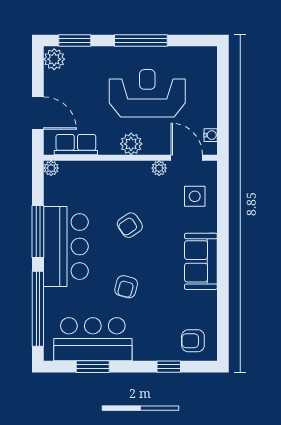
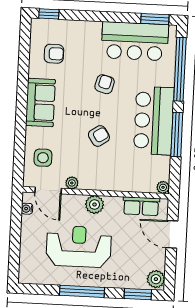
reception desk: (147, 93) -> (79, 247), turned 180
armchair: (193, 341) -> (54, 54), moved
window: (93, 367) -> (155, 19), moved
window: (169, 367) -> (49, 14), moved

